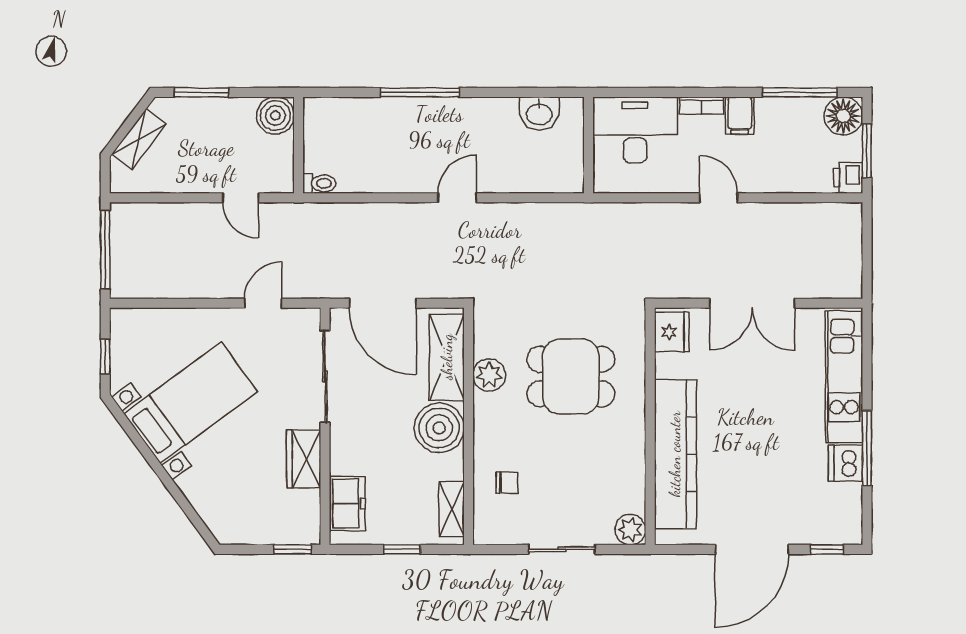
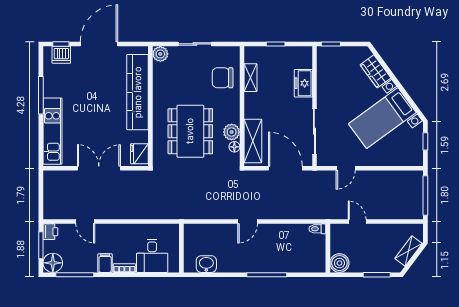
desk: (635, 130) -> (152, 256), width x0.73
door: (719, 198) -> (85, 221), moved
floor lamp: (484, 346) -> (234, 147), added
dining table: (571, 377) -> (190, 131), width x1.38
boiler: (439, 428) -> (257, 105), removed
wardrobe: (304, 459) -> (376, 71), moved, turned 144
dishwasher: (846, 463) -> (61, 55), moved, turned 90
chair: (507, 482) -> (223, 78), width x1.87, depth x1.87
freezer: (347, 503) -> (303, 83), moved
shelving: (452, 509) -> (251, 78), moved

